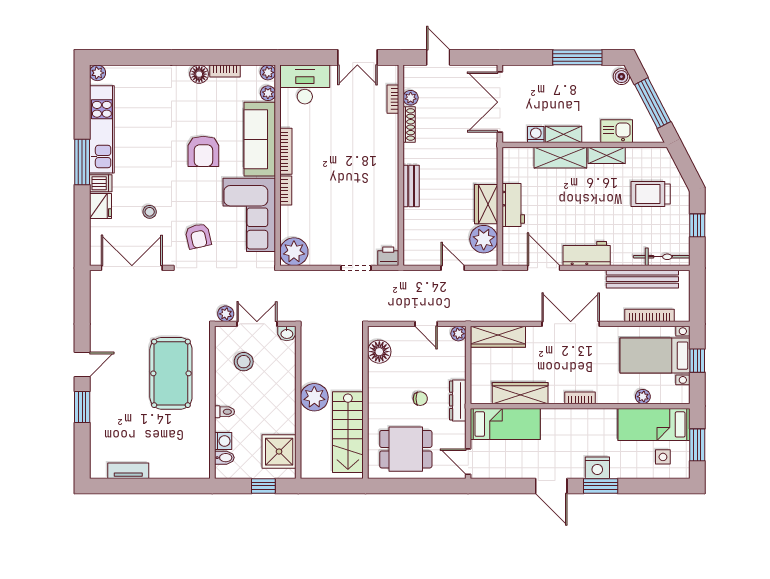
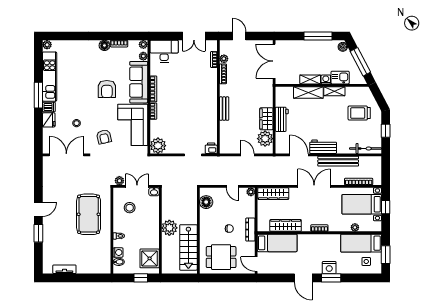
washing machine: (536, 134) -> (326, 79), moved
bench: (642, 279) -> (338, 161), moved

